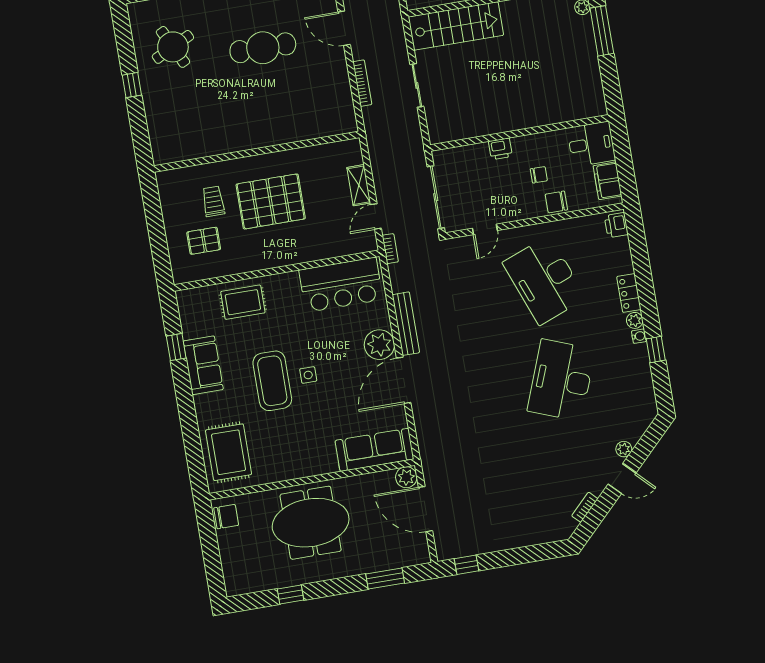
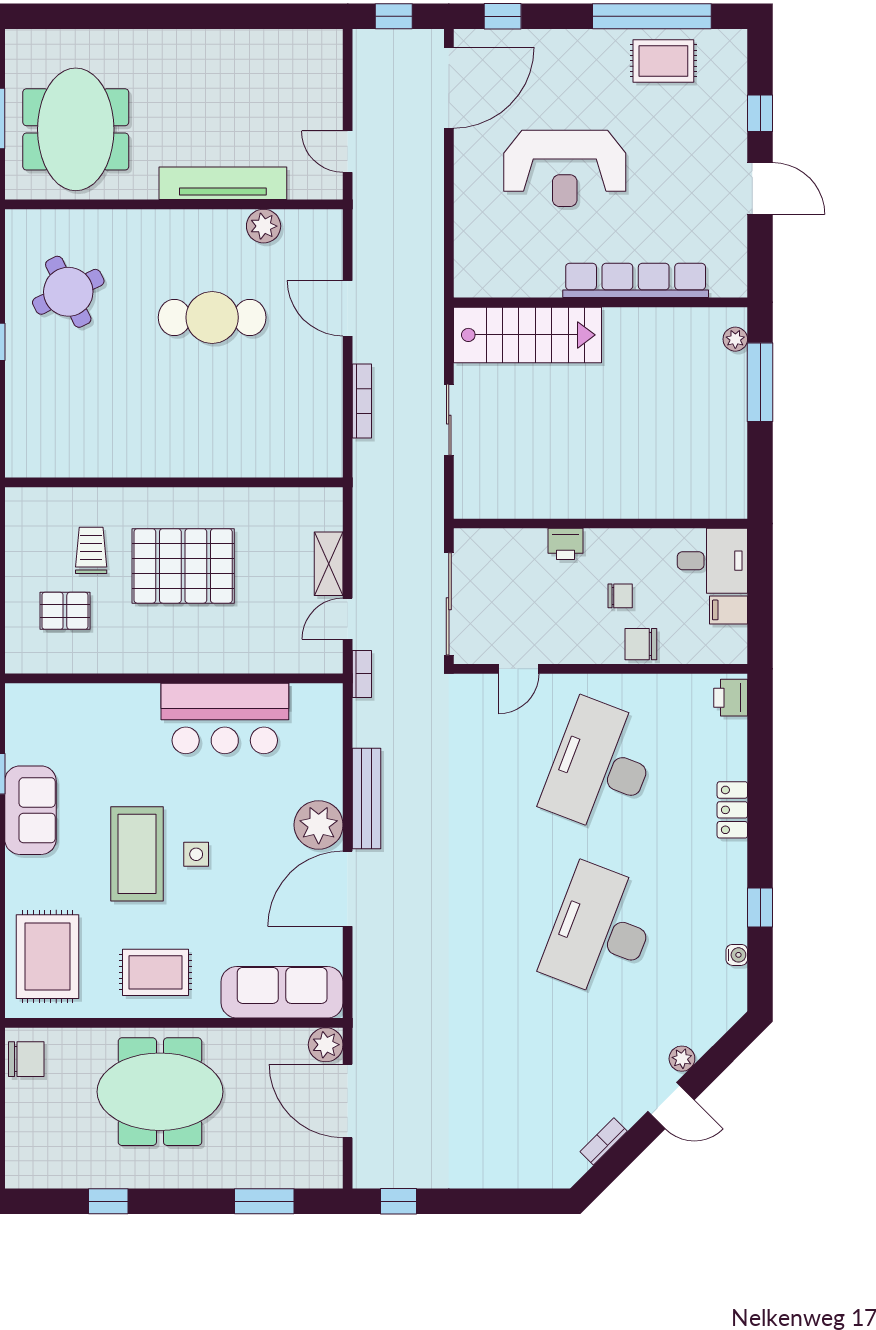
filing cabinet: (607, 181) -> (728, 610), width x0.50
desk: (544, 280) -> (600, 766), turned 42
bar counter: (341, 285) -> (225, 718), moved
rug: (243, 302) -> (156, 972), moved
plant: (635, 320) -> (734, 855), removed
water cooler: (639, 336) -> (737, 955), moved

